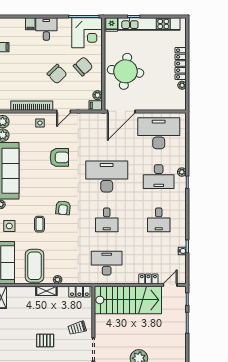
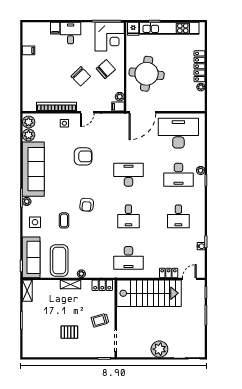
desk: (107, 177) -> (128, 175), width x0.73, depth x0.77
desk: (107, 263) -> (128, 258), turned 180

